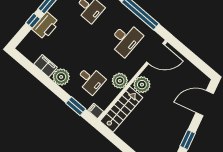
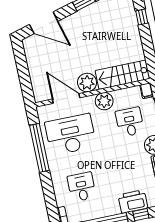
desk: (125, 39) -> (71, 134), width x1.36, depth x1.30
door: (156, 53) -> (66, 98), moved

